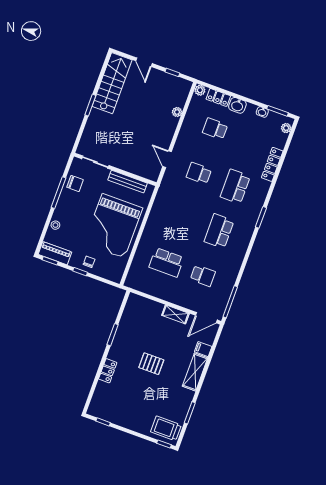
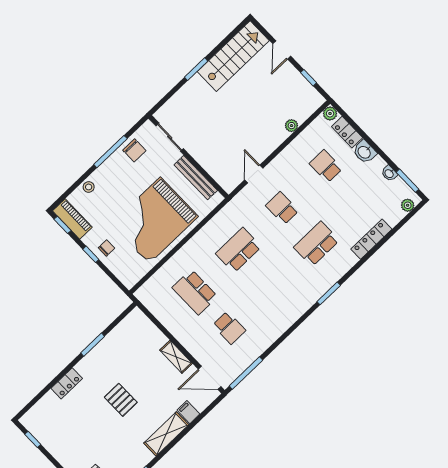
school desk: (219, 231) -> (239, 250), moved

